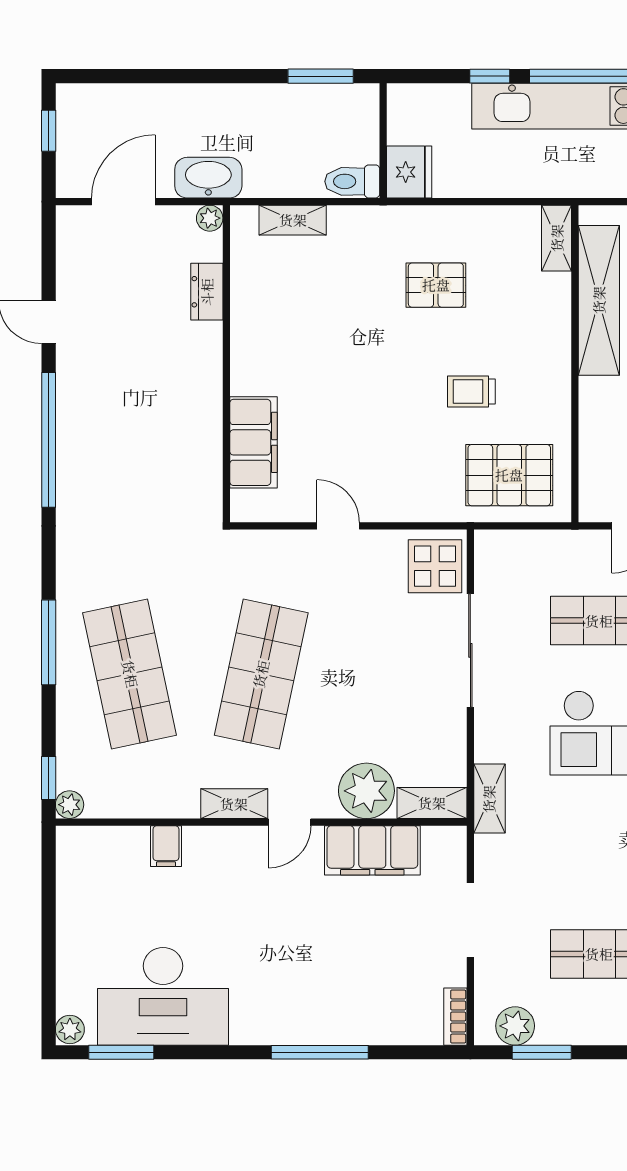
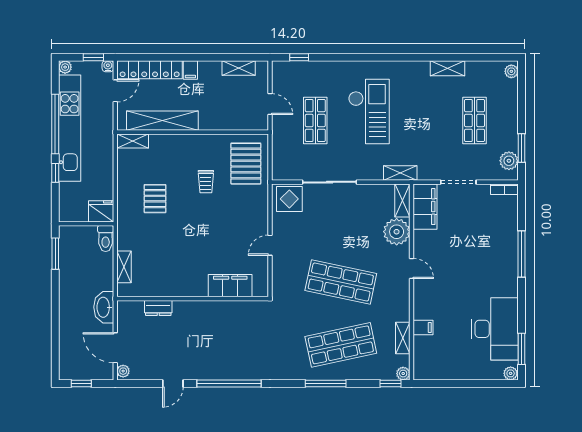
plant: (210, 218) -> (123, 371), moved
shelving: (234, 804) -> (403, 338), moved
filing cabinet: (372, 850) -> (425, 207), moved

